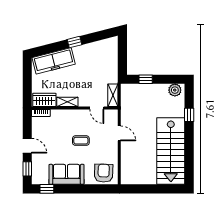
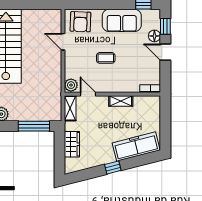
window: (146, 79) -> (34, 126), width x2.17
wardrobe: (44, 100) -> (72, 144), moved, turned -90
plant: (112, 116) -> (71, 85), added
door: (119, 133) -> (63, 42), moved
floor lamp: (37, 160) -> (154, 36), added

